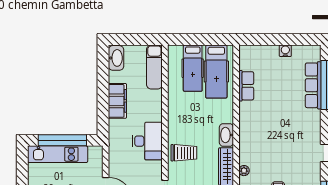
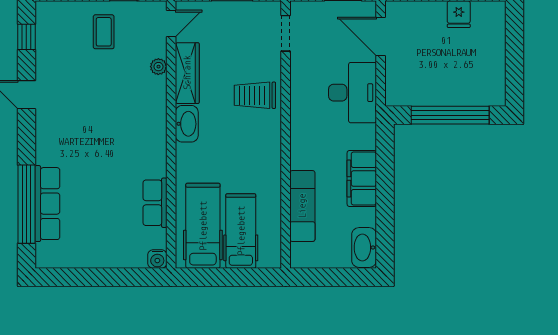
water cooler: (285, 51) -> (157, 259), moved
exam couch: (154, 67) -> (302, 206), moved
desk: (147, 141) -> (353, 93), moved, turned 180
kitchen unit: (58, 154) -> (458, 93), removed

